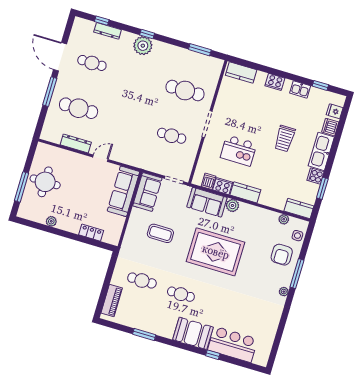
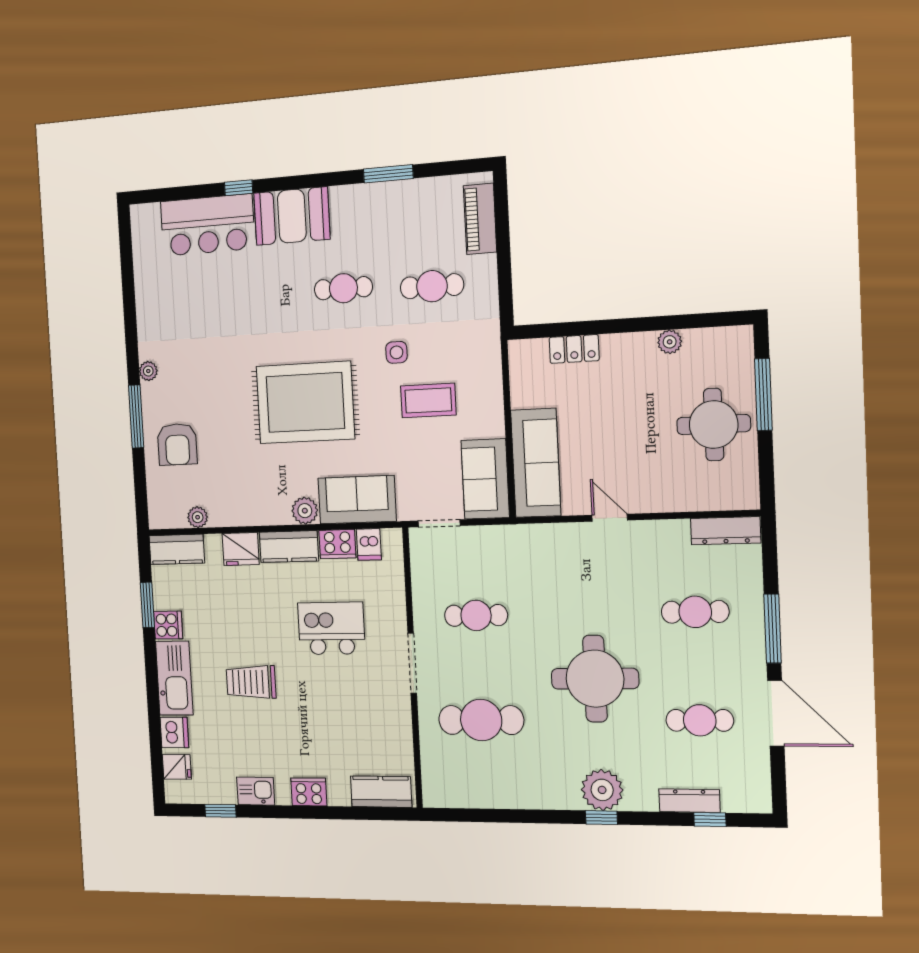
window: (200, 50) -> (480, 815), removed
round table: (130, 93) -> (595, 679), added
cafe table: (79, 108) -> (695, 612), width x0.73, depth x0.74
trolley: (285, 139) -> (251, 682), turned -90
dresser: (76, 143) -> (726, 531), moved
door: (100, 158) -> (610, 518), swing flipped
fridge: (268, 199) -> (241, 549), added
side table: (297, 236) -> (396, 352), moved
armchair: (282, 255) -> (177, 444), turned 180

